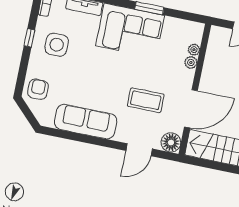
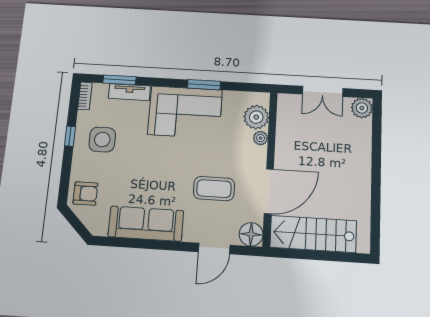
plant: (194, 50) -> (256, 117), width x1.87, depth x1.87
armchair: (38, 89) -> (85, 193), turned 90

